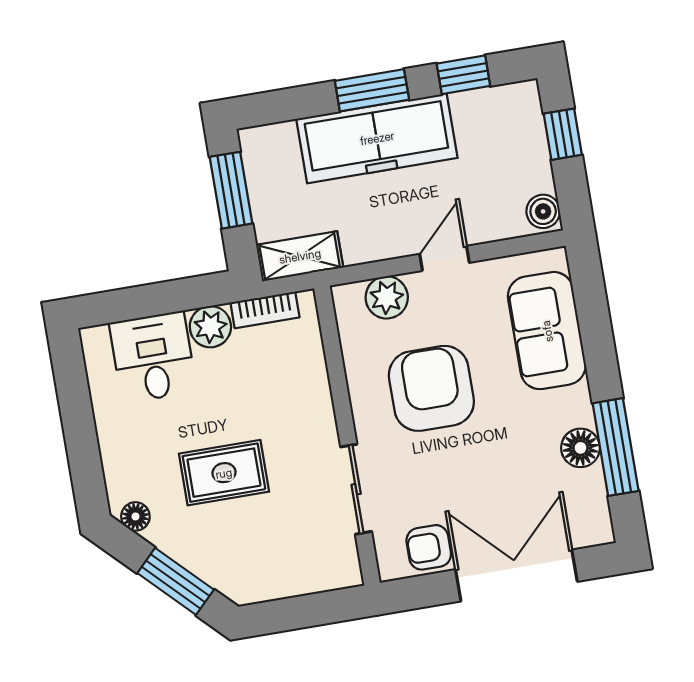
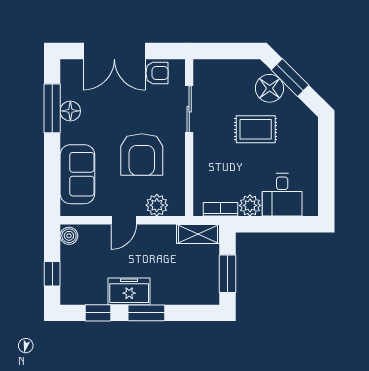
freezer: (377, 138) -> (129, 291), width x0.52, depth x0.79
floor lamp: (135, 516) -> (270, 88), moved, width x1.89, depth x1.89

